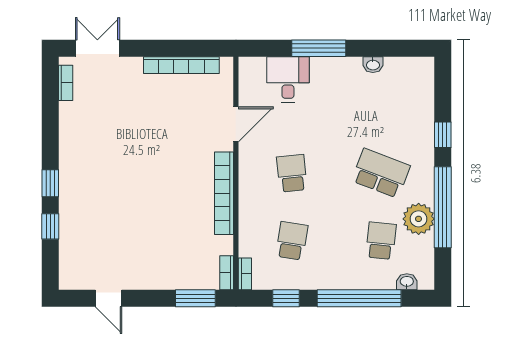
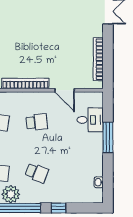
washbasin: (373, 65) -> (99, 182), moved
school desk: (381, 173) -> (37, 173), width x0.54

